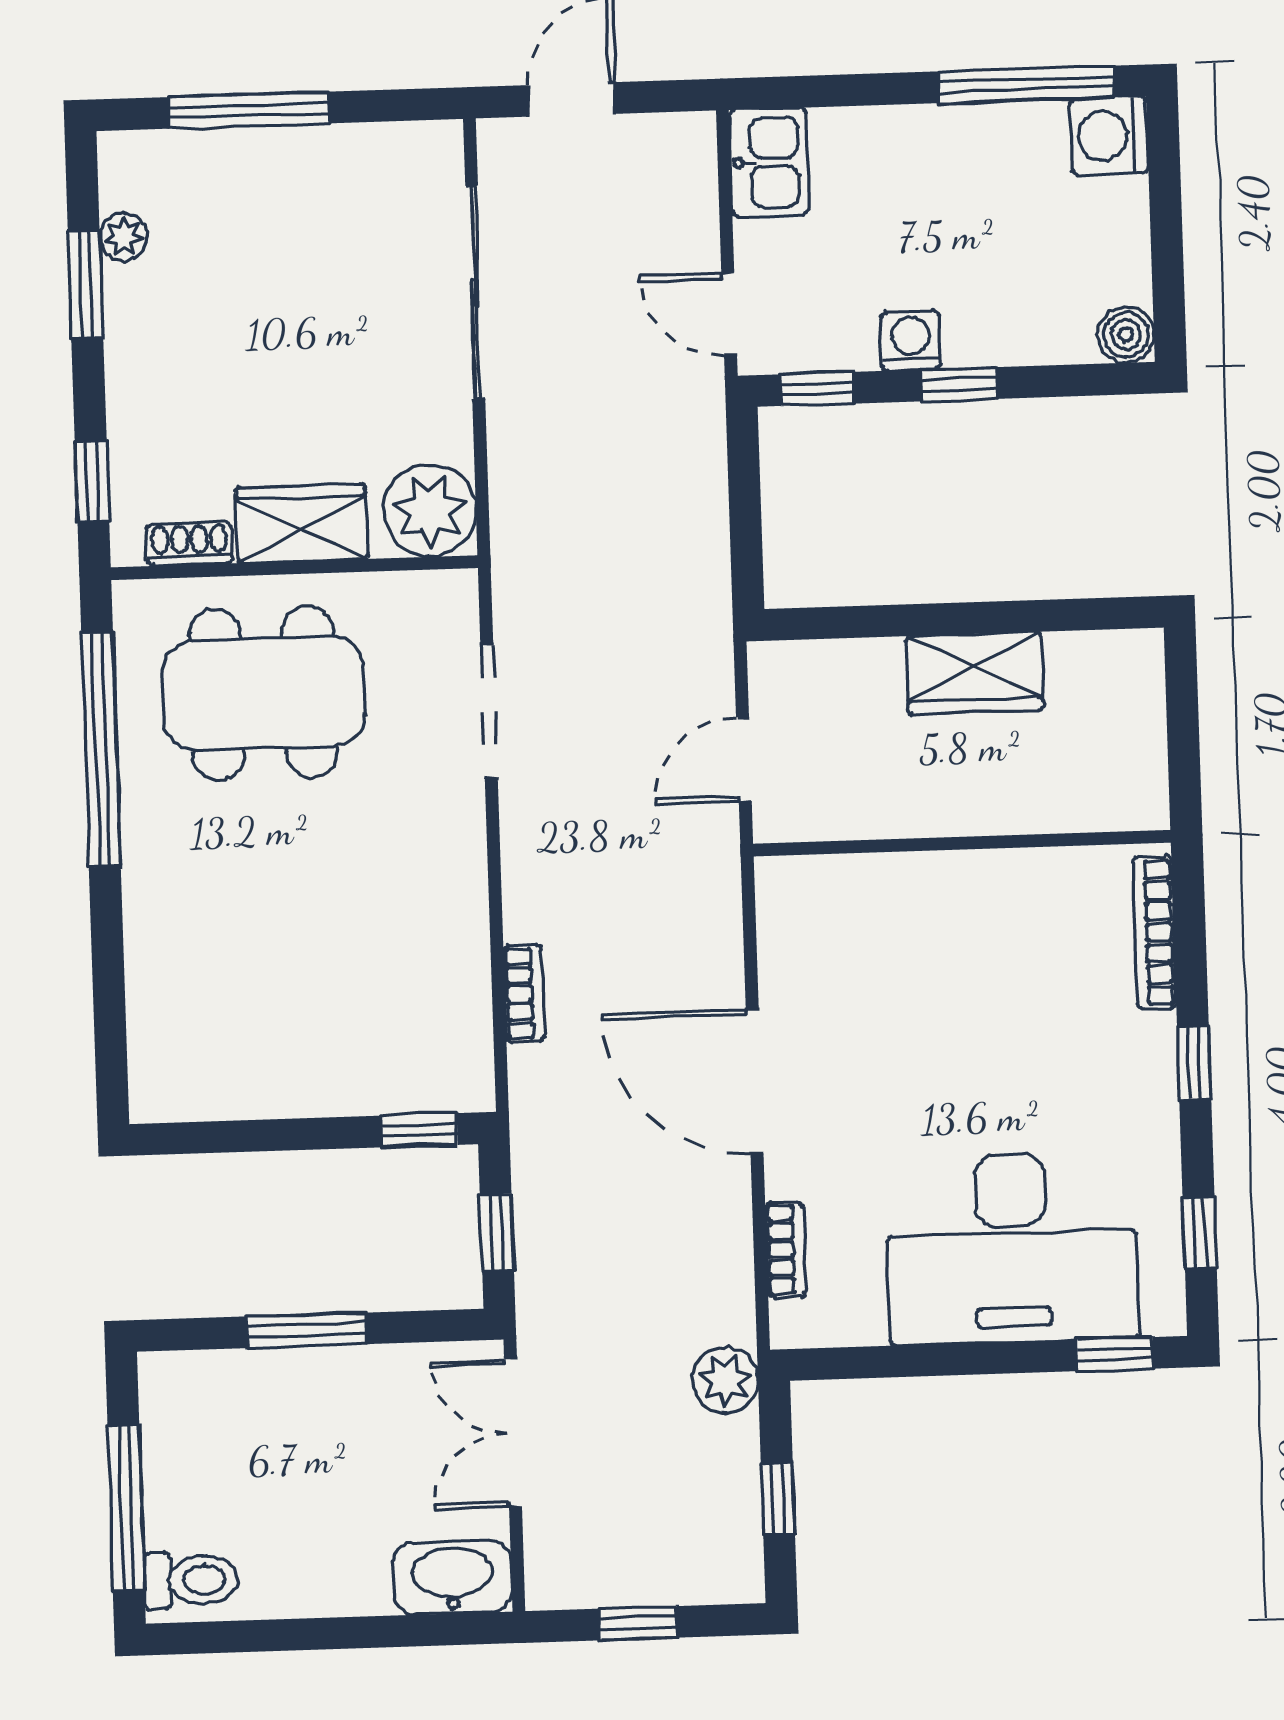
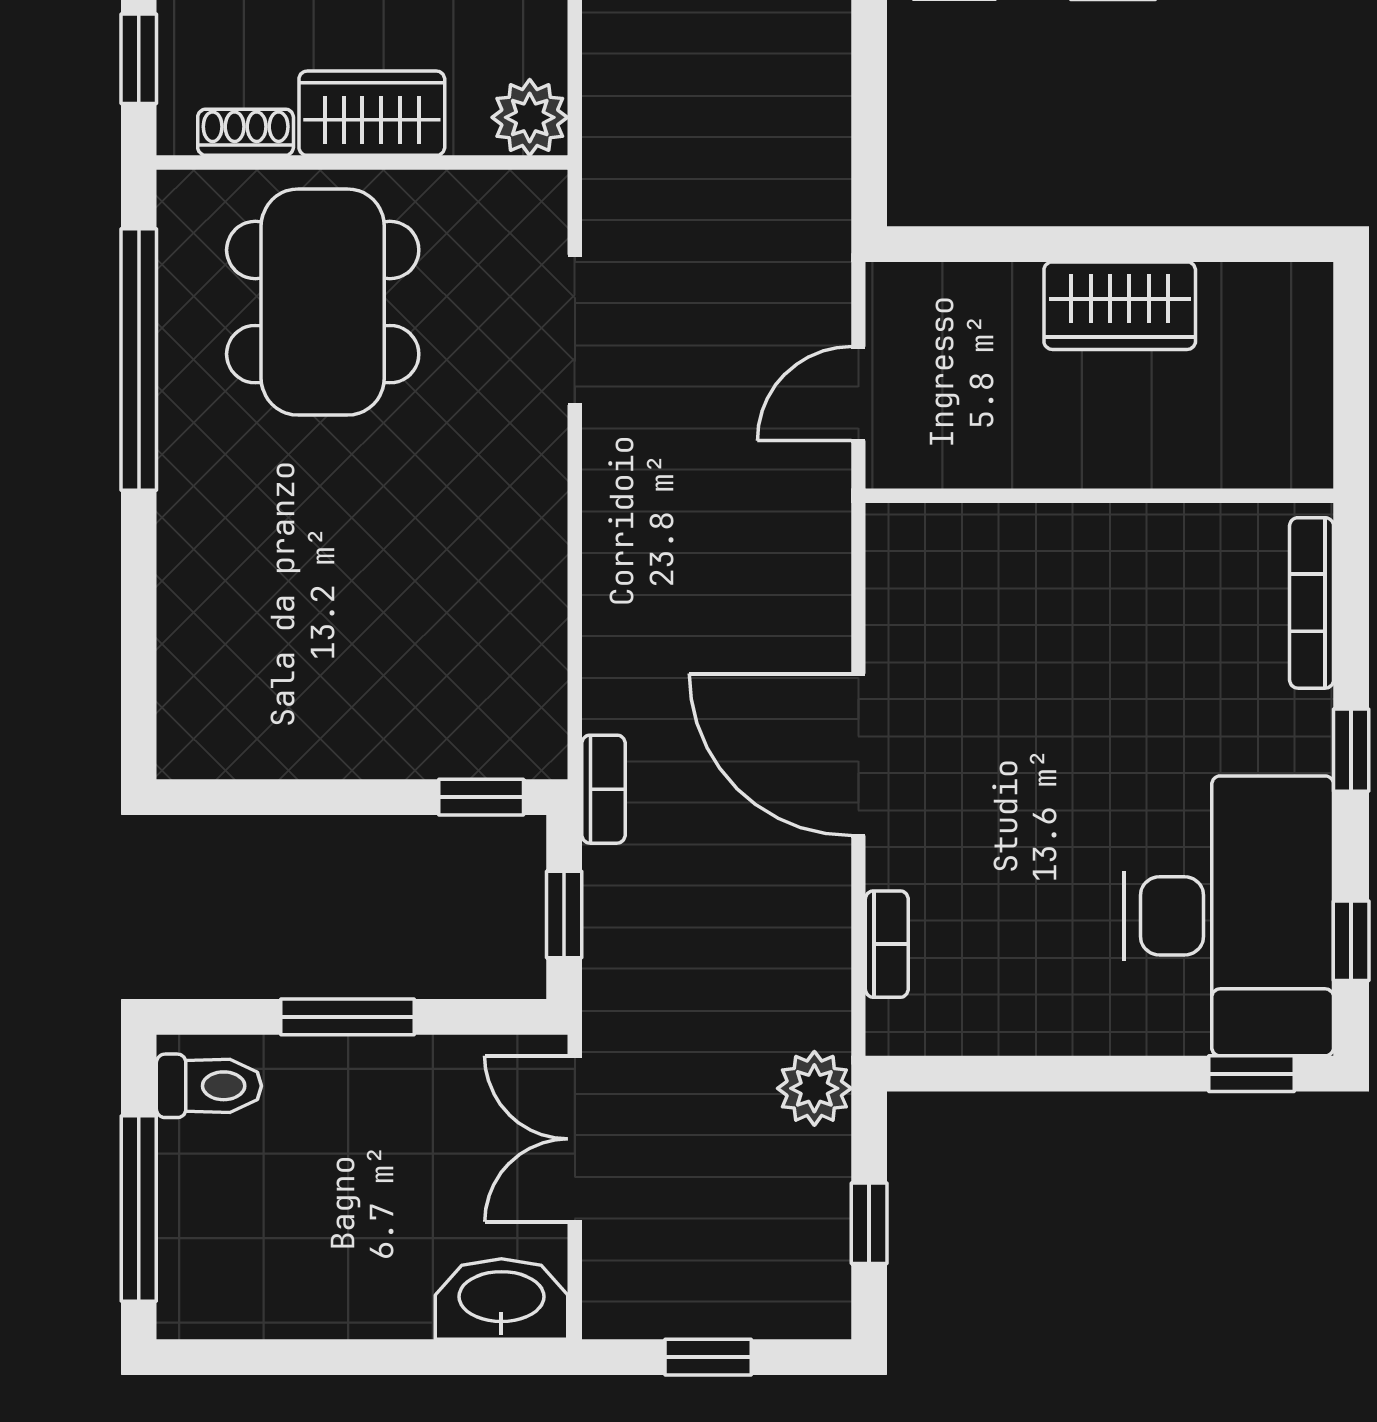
plant: (430, 511) -> (530, 117), width x0.73, depth x0.73
dining table: (263, 693) -> (323, 302), turned 90
bookcase: (524, 994) -> (604, 789), moved
desk: (1012, 1248) -> (1229, 916), moved, turned -90
toilet: (191, 1580) -> (209, 1086), moved

